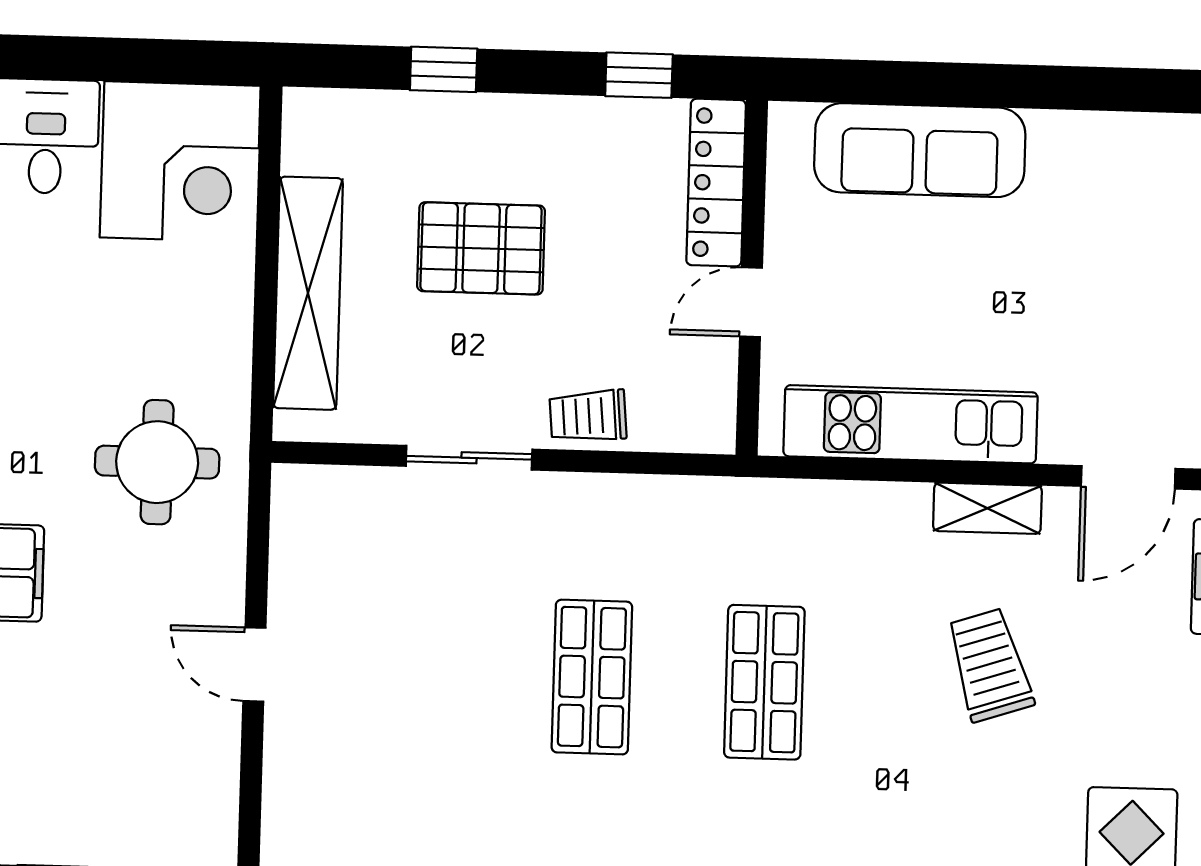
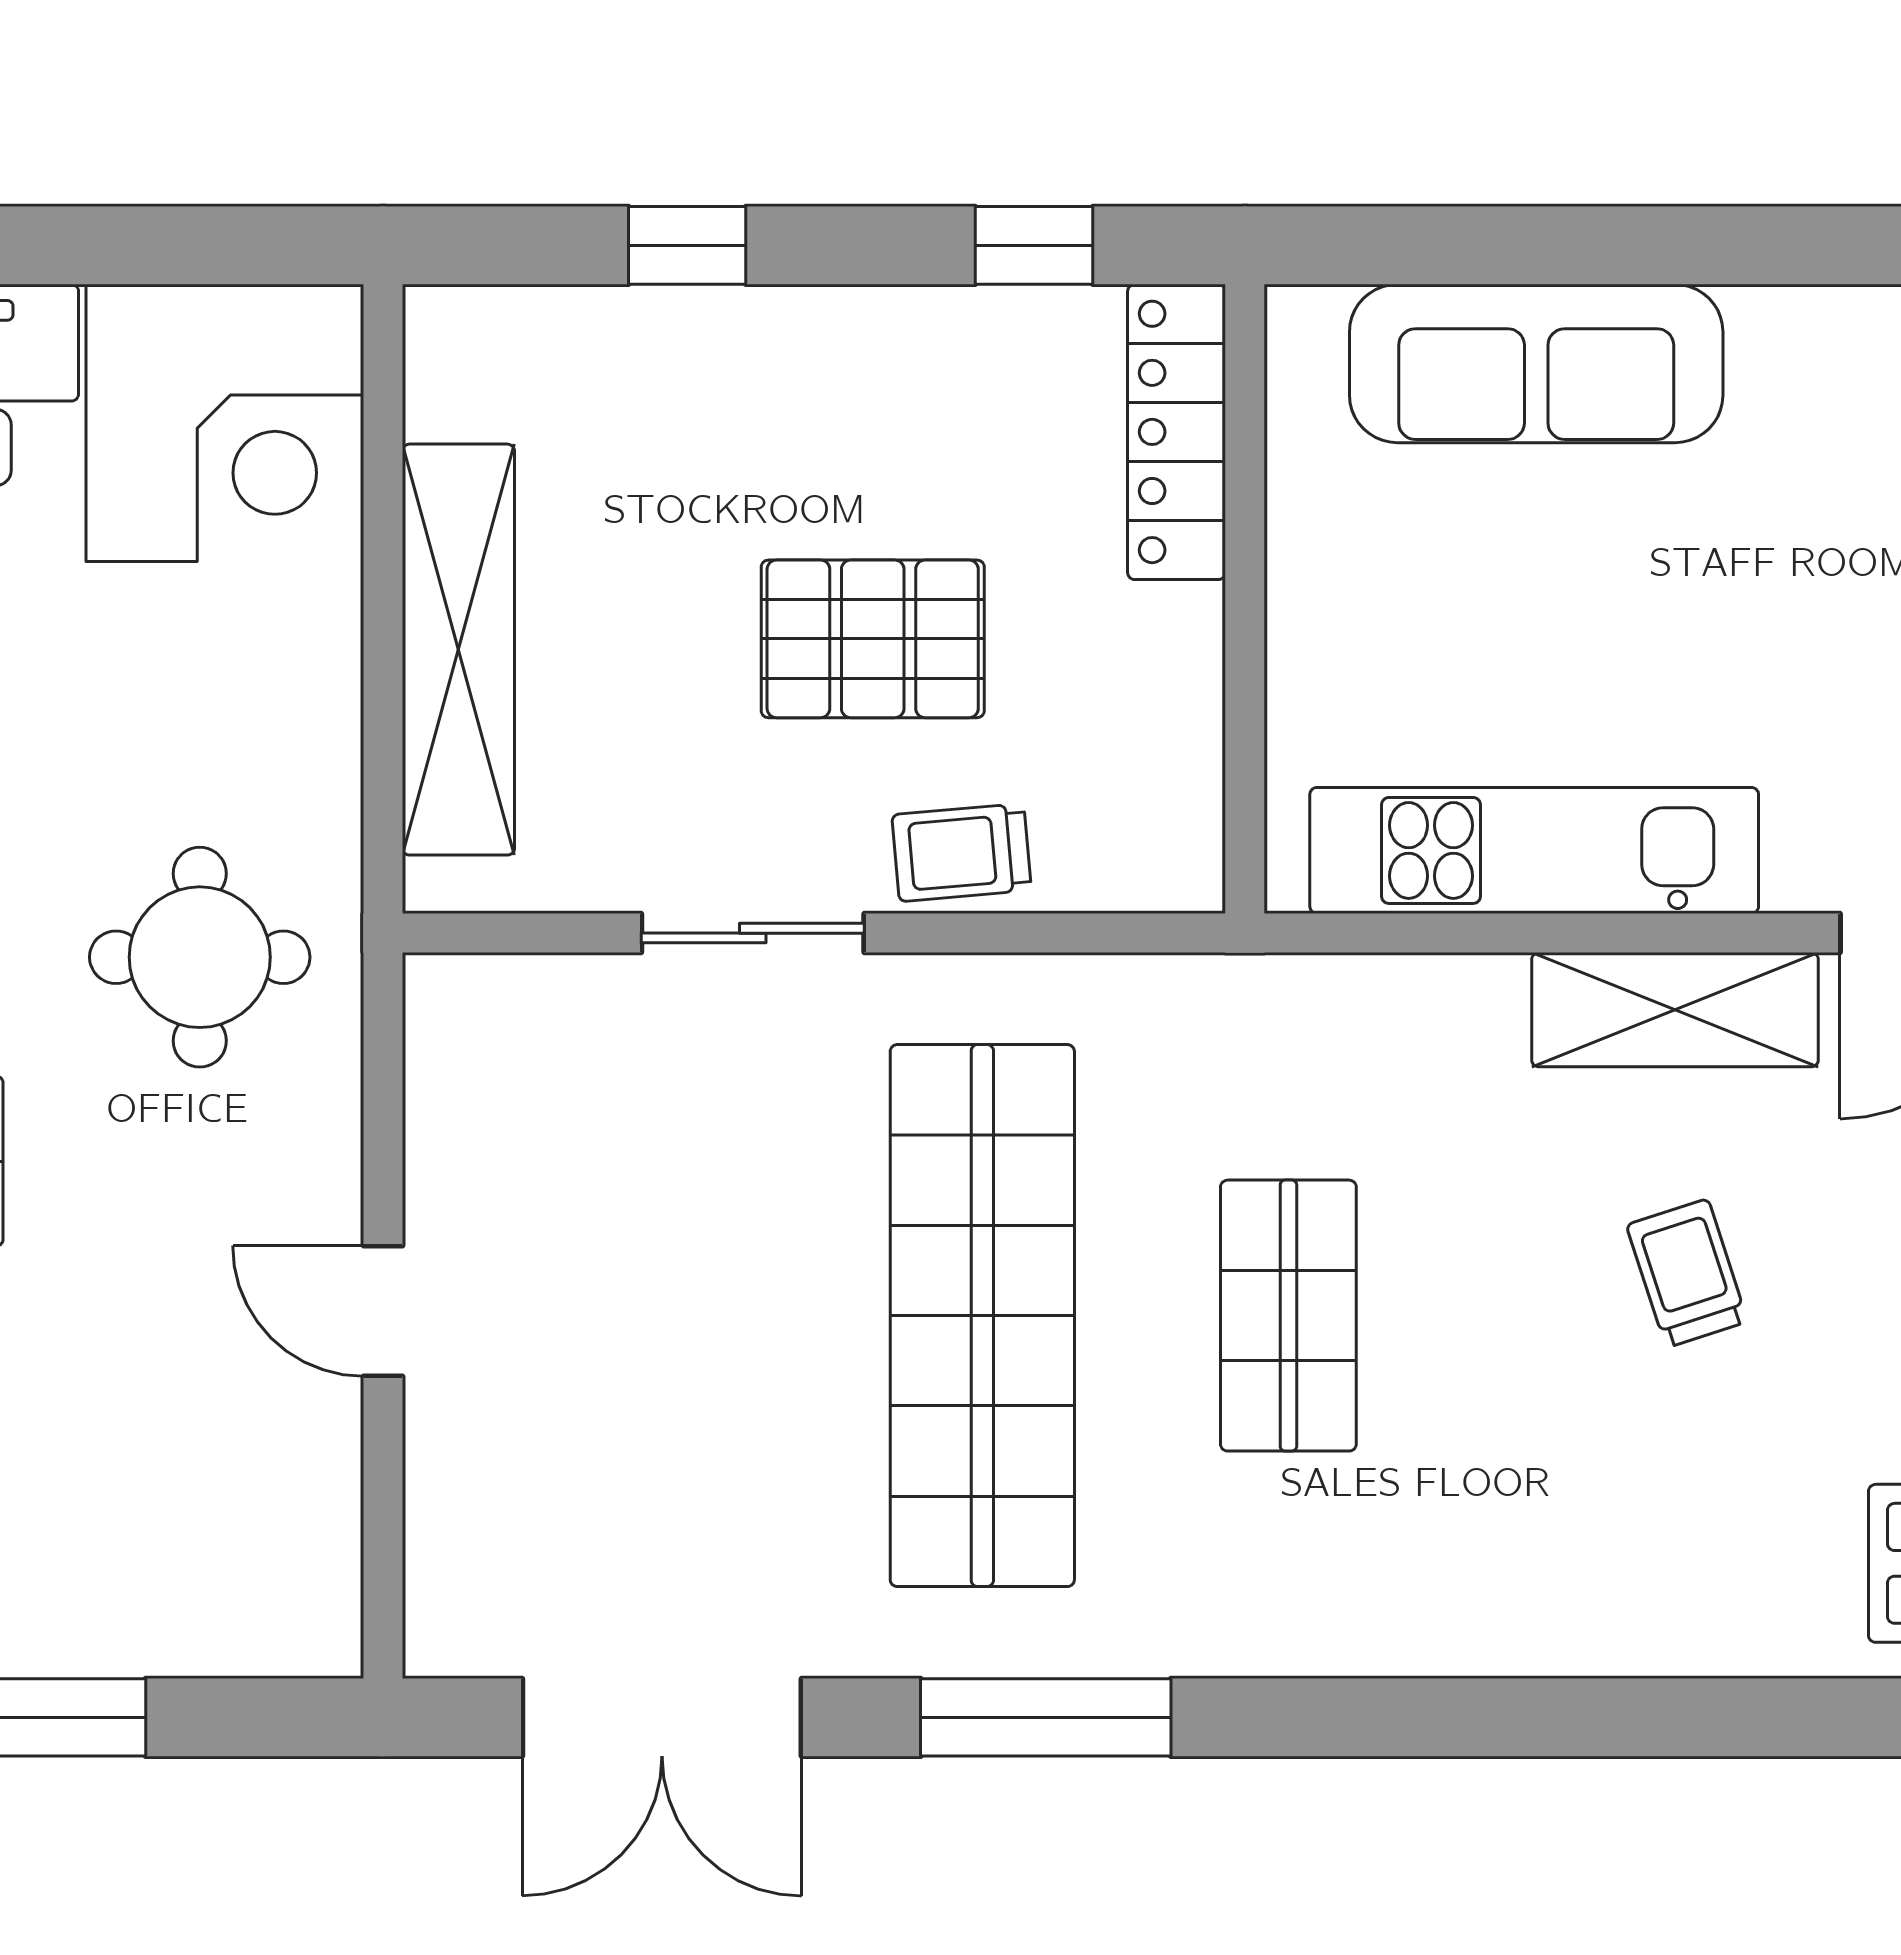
pallet: (481, 248) -> (873, 639), moved
door: (751, 302) -> (1245, 642), removed
shelving: (987, 508) -> (1675, 1010), width x1.50, depth x1.33
trolley: (990, 665) -> (1687, 1273), width x0.73, depth x0.72
shop shelf: (592, 677) -> (982, 1316), width x2.00, depth x1.36

